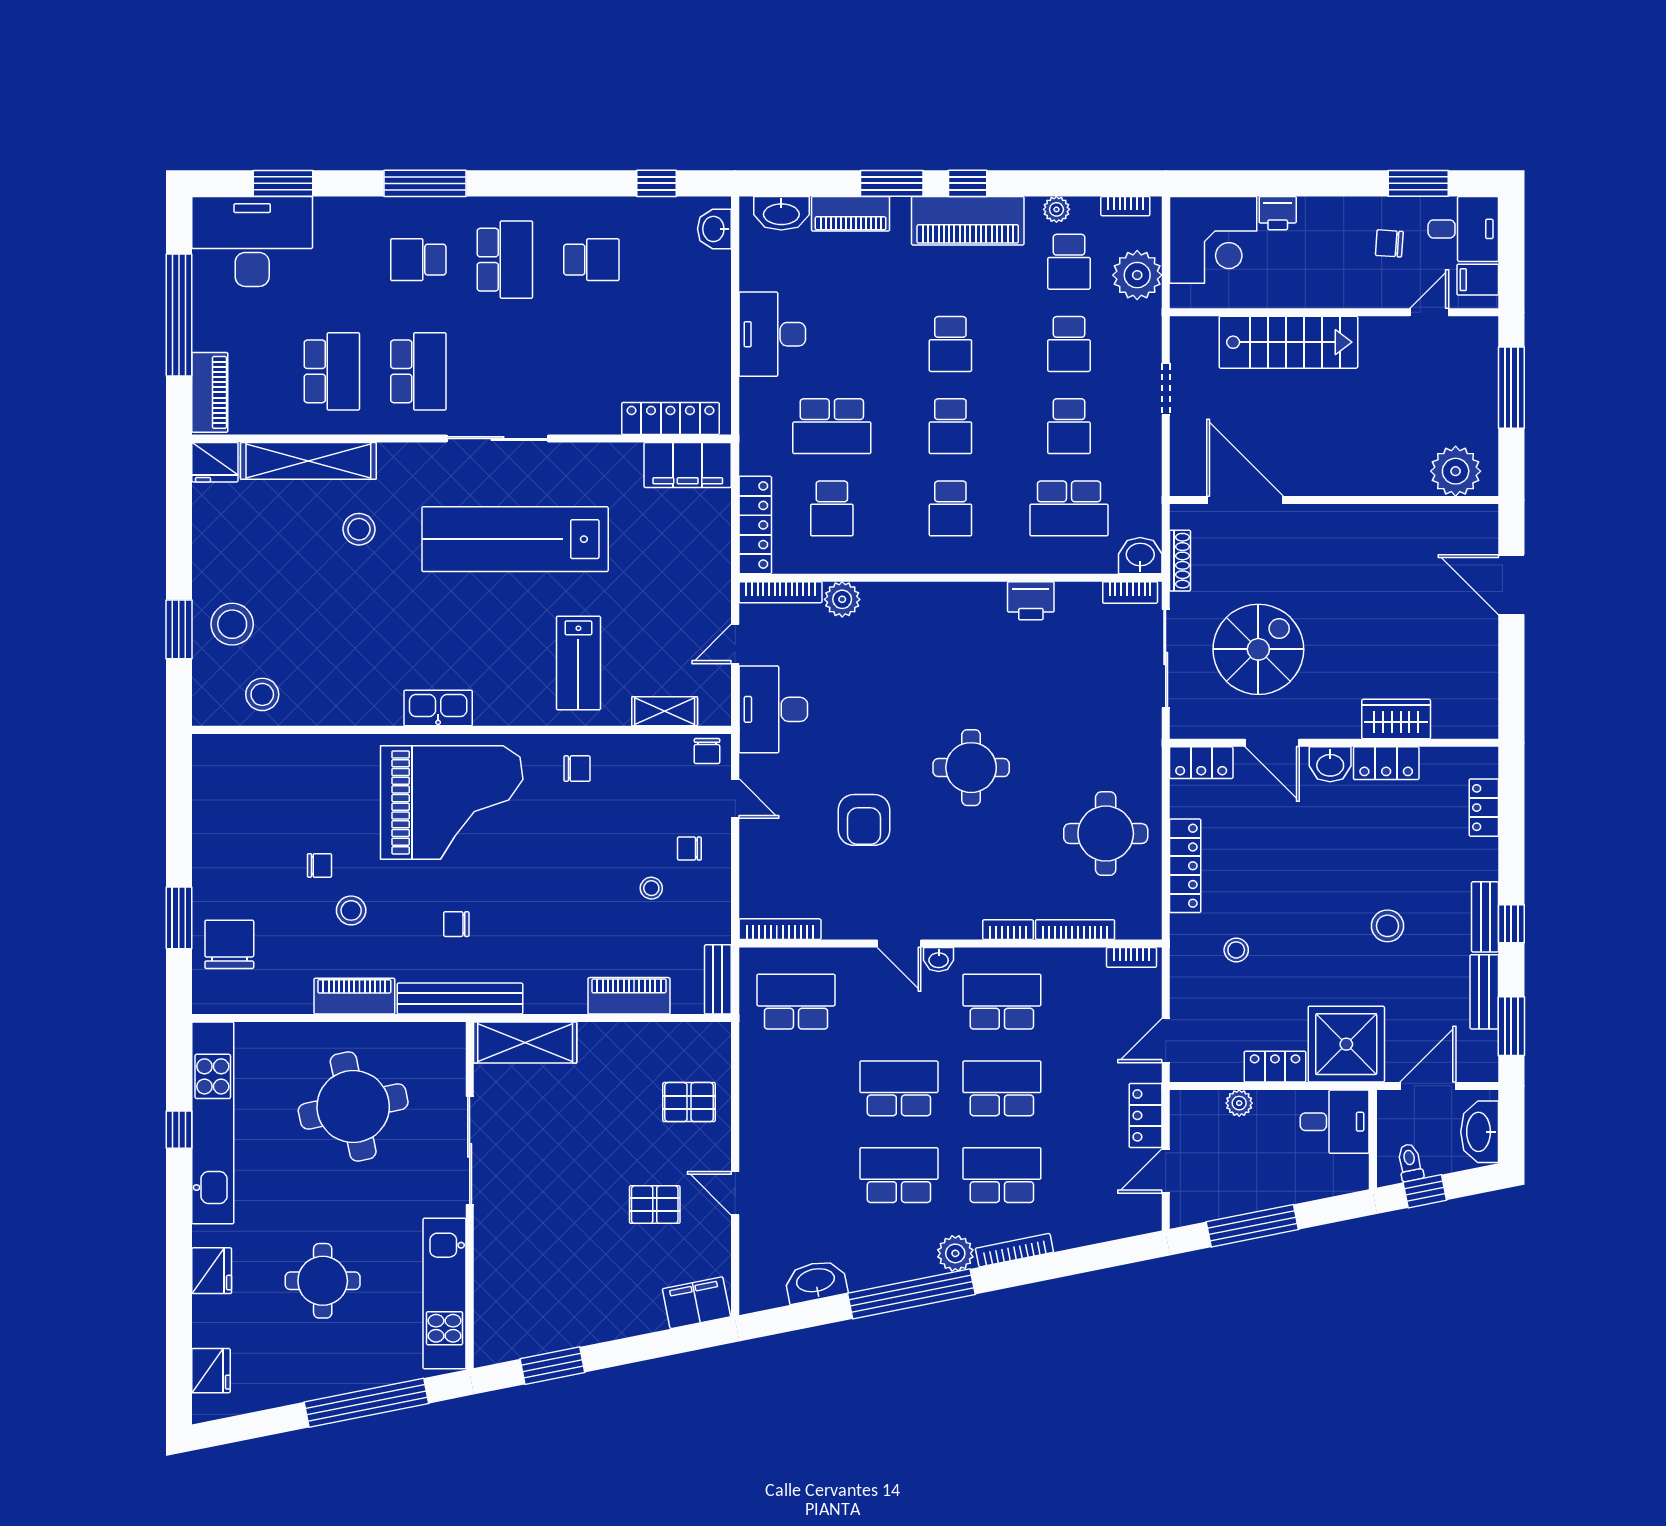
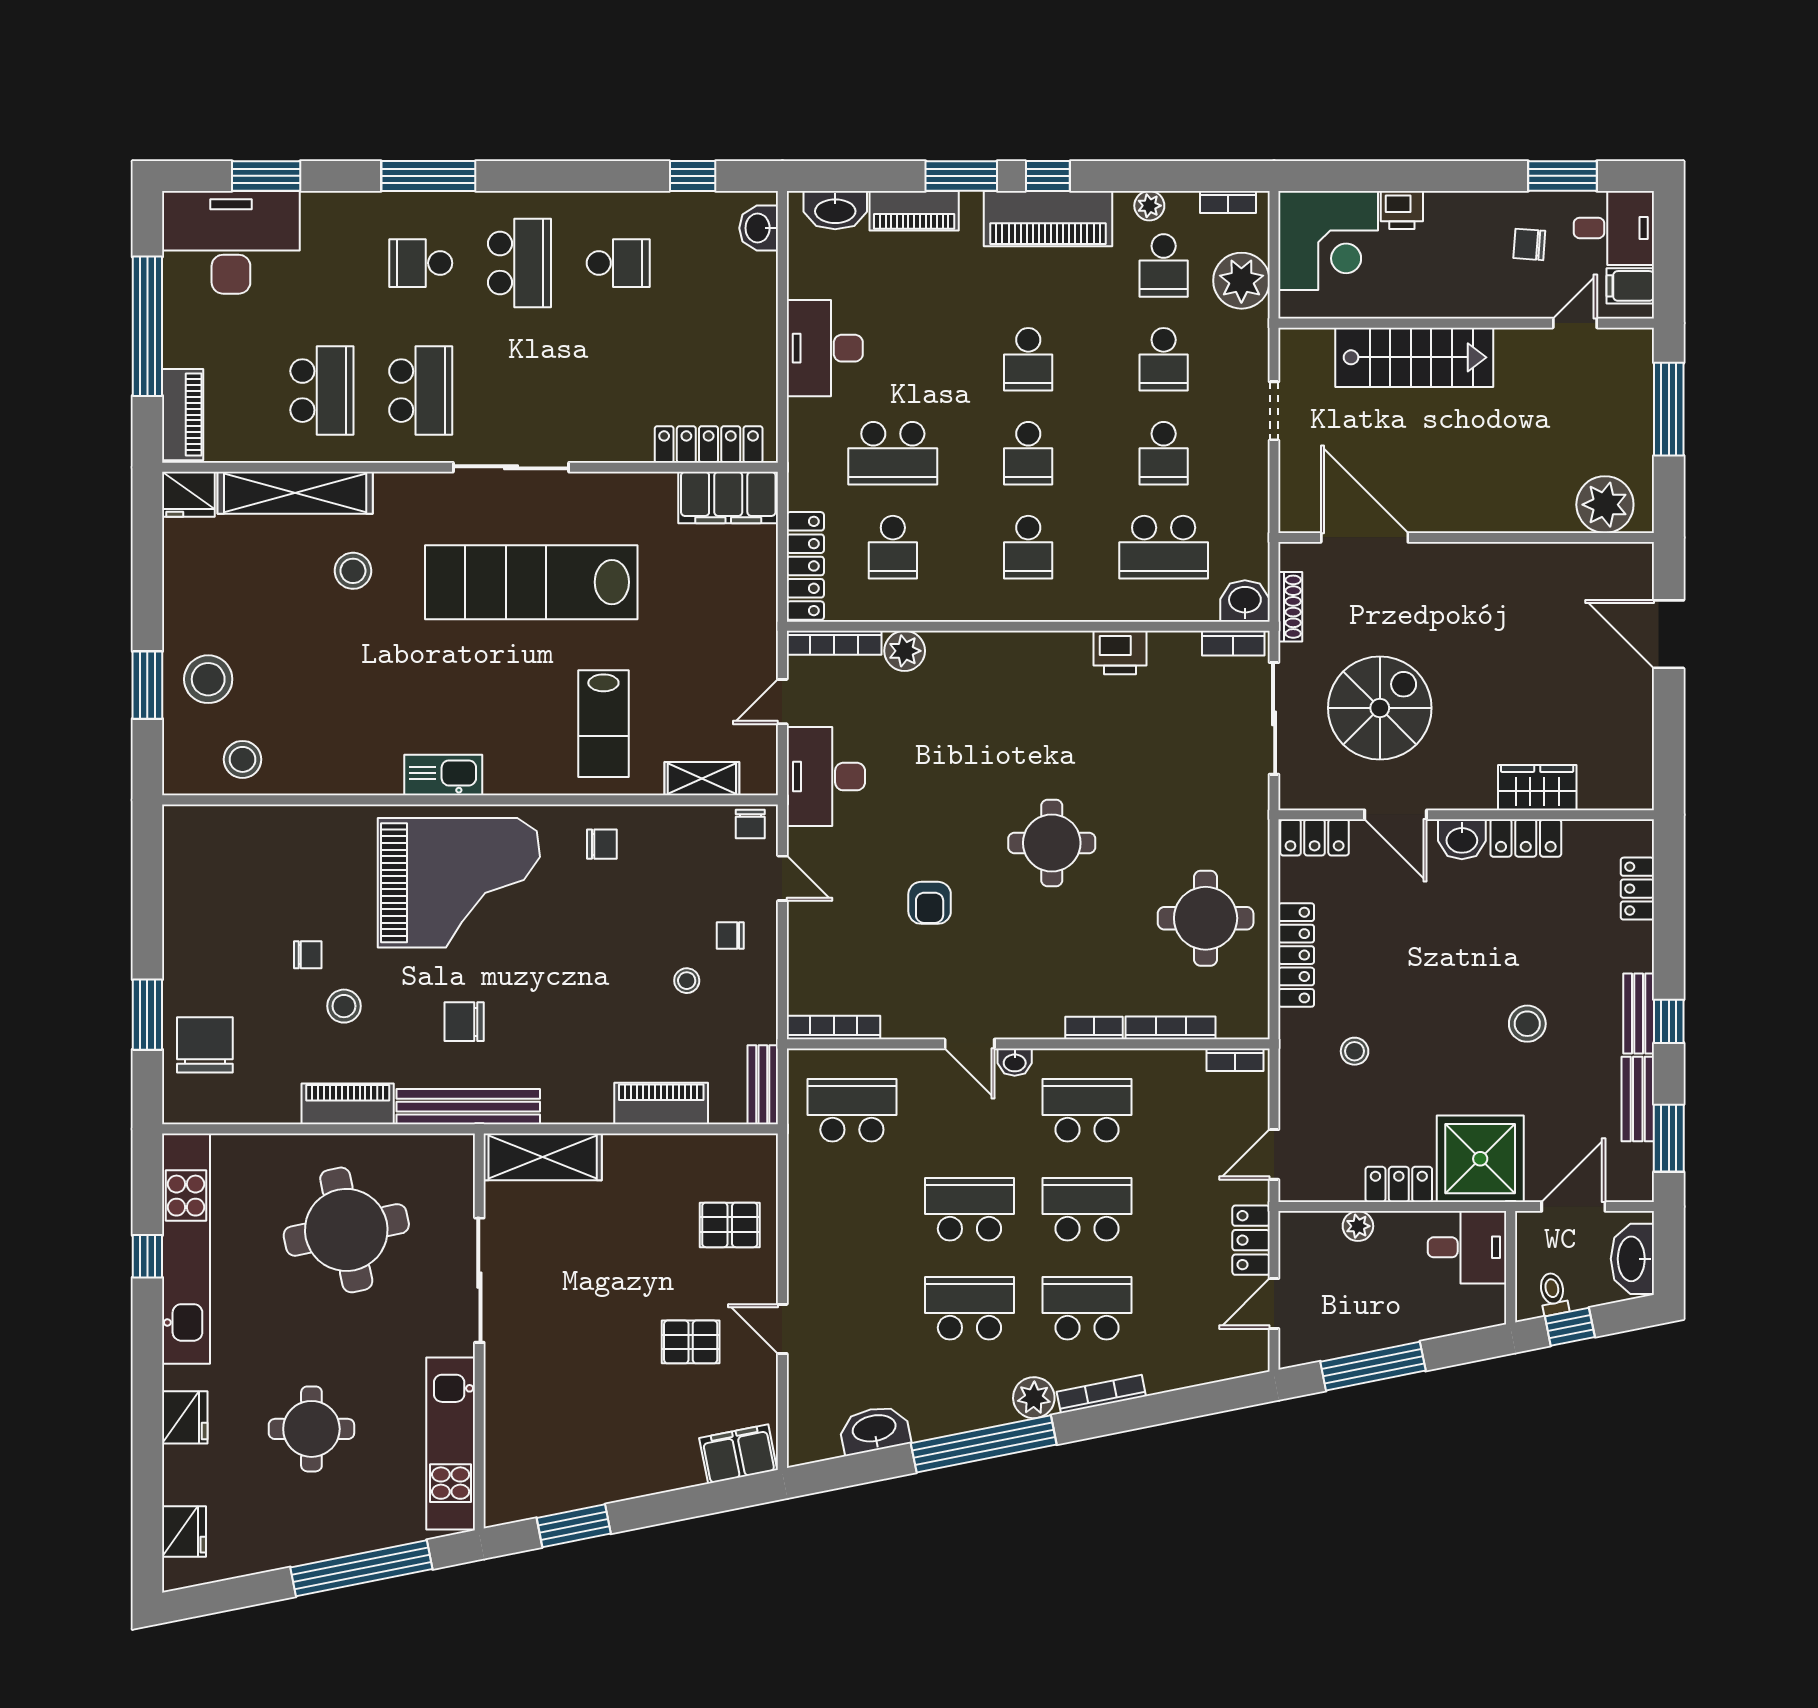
armchair: (864, 820) -> (930, 903), width x0.72, depth x0.72
chair: (456, 924) -> (464, 1022), width x1.37, depth x1.37

